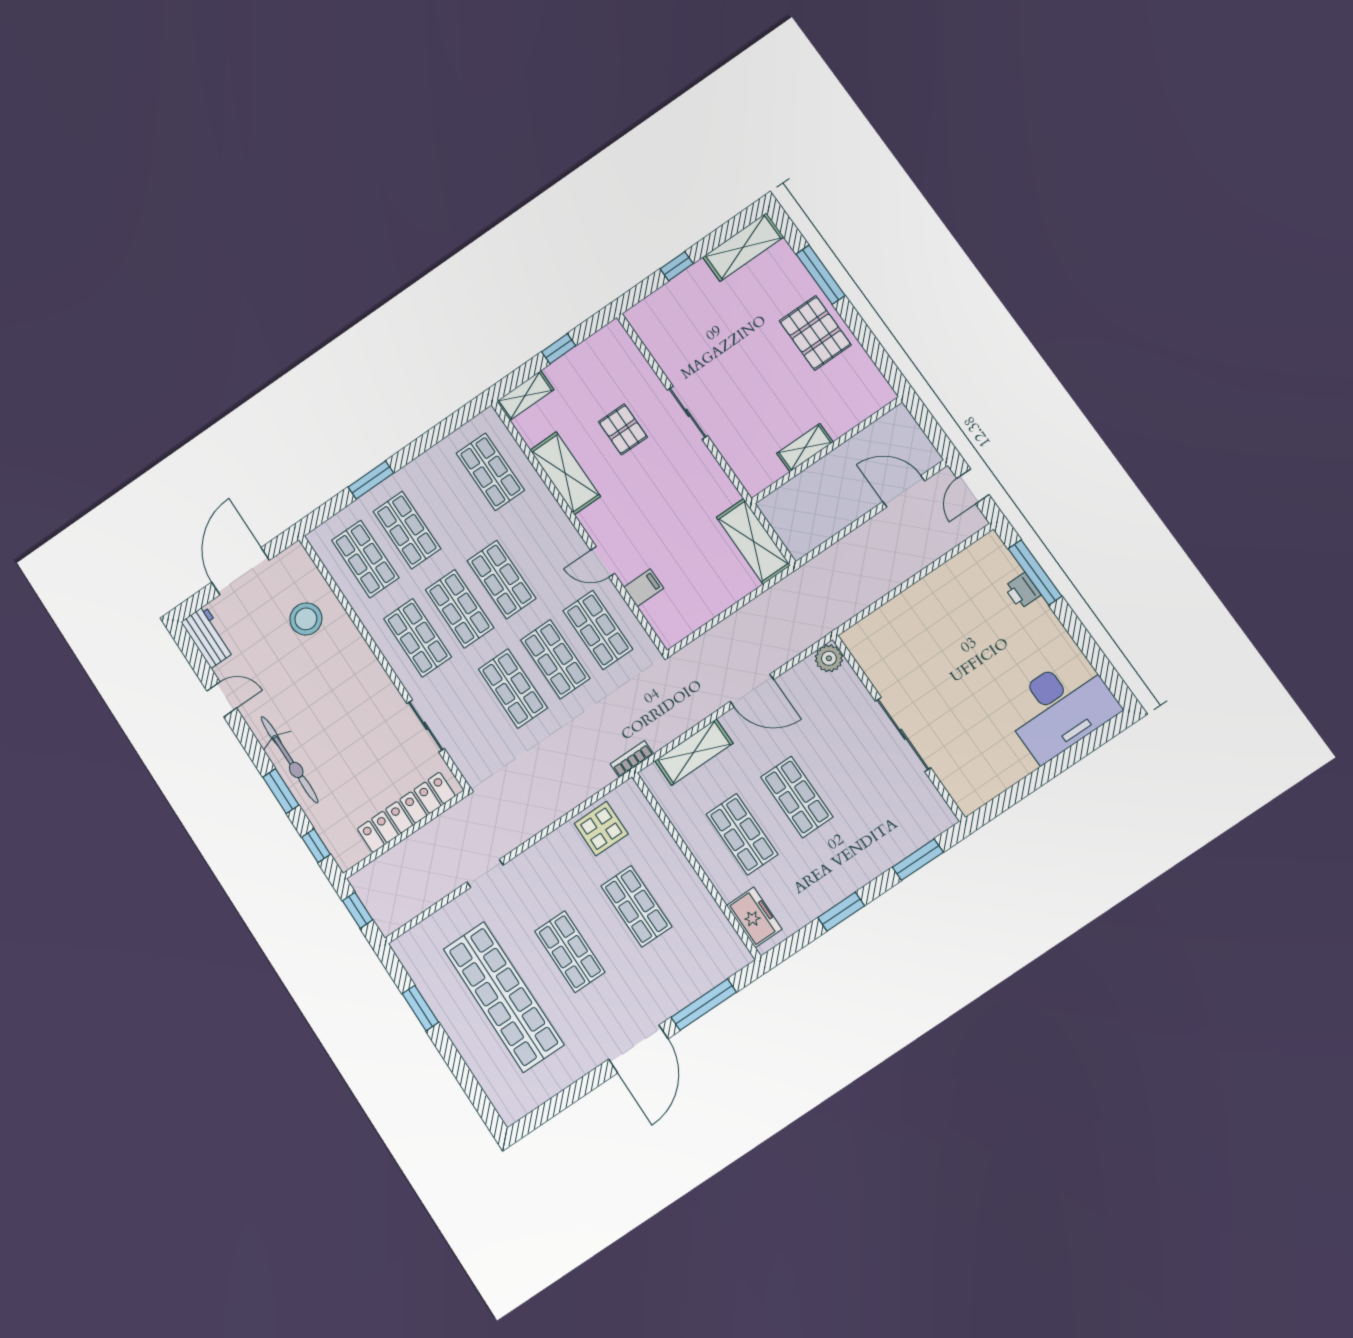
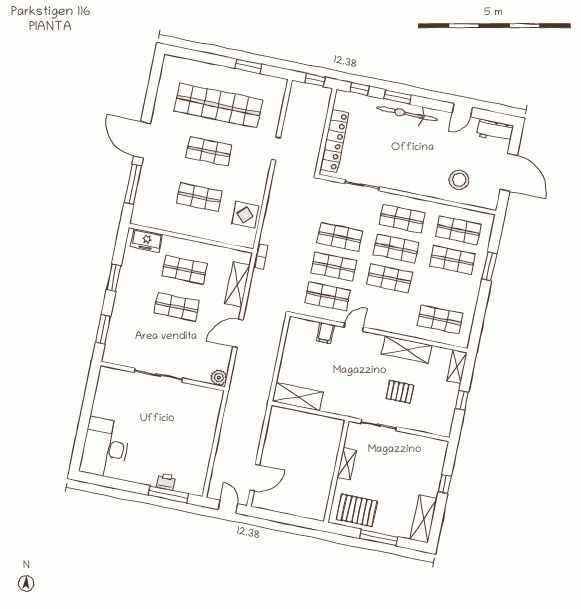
shelving: (805, 448) -> (347, 464), moved
wall: (827, 450) -> (336, 471), moved

